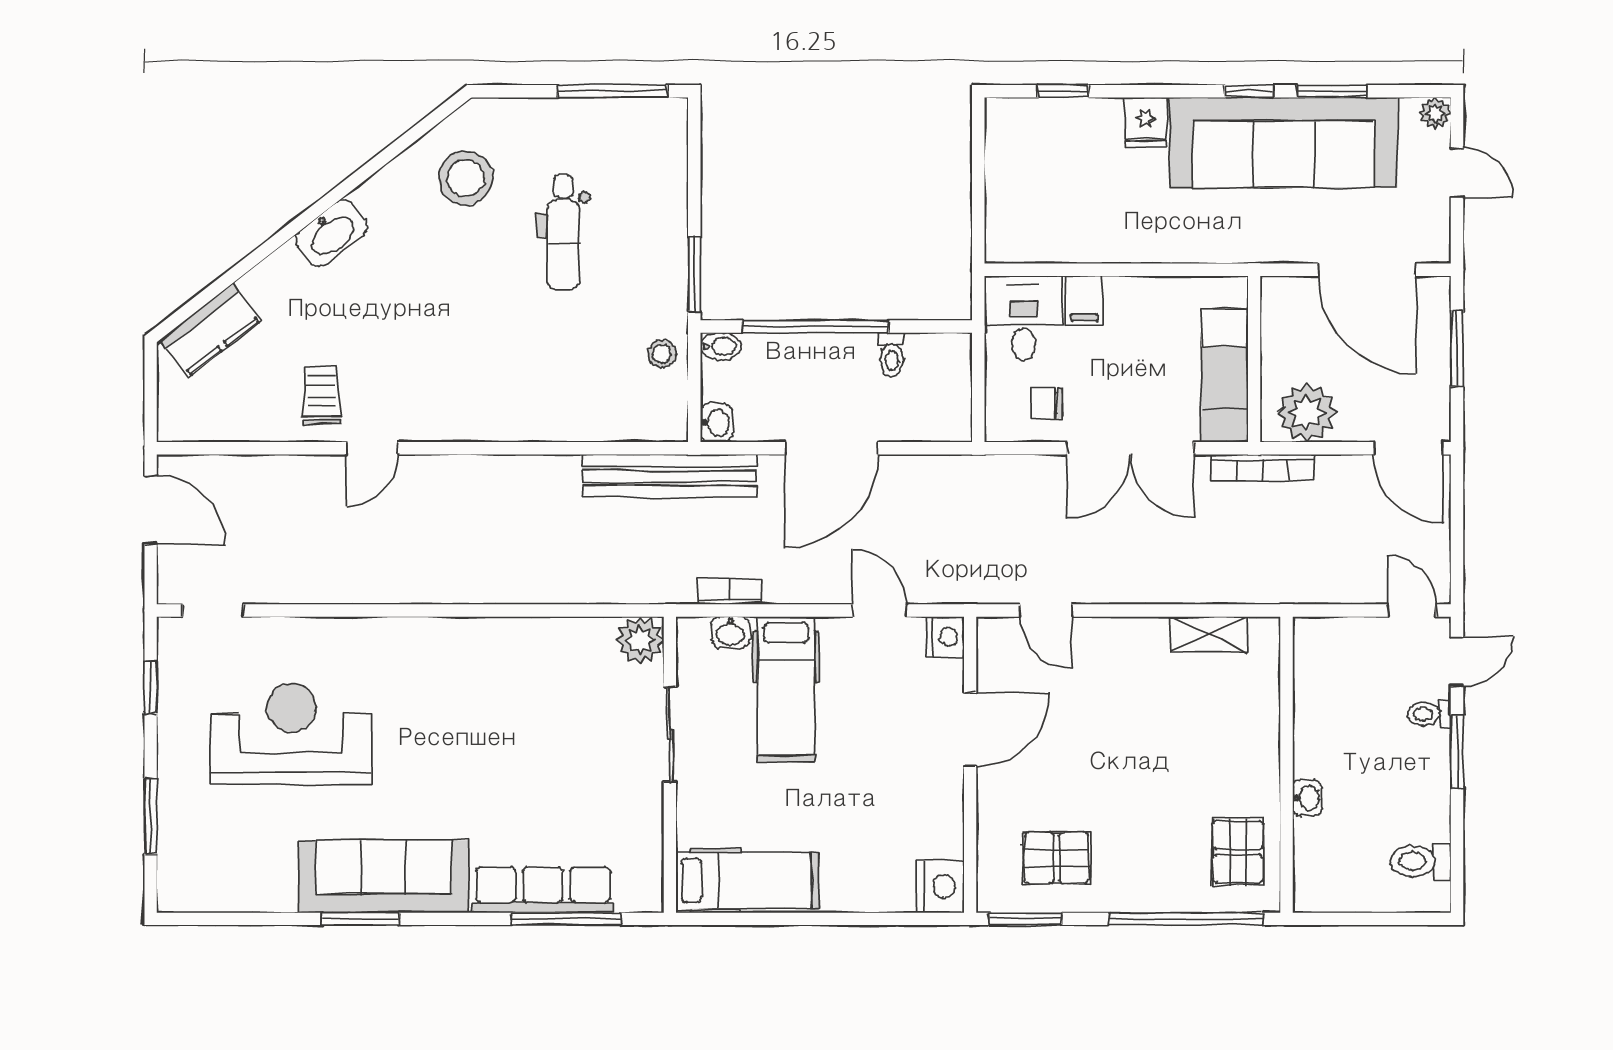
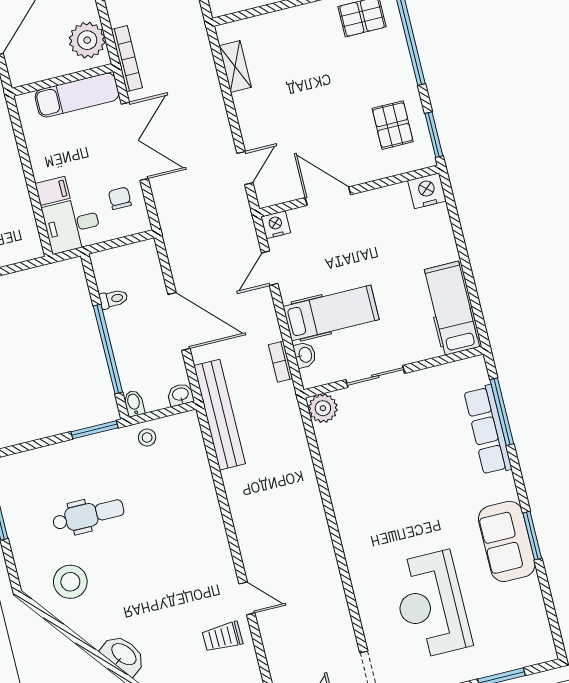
chair: (1047, 403) -> (120, 198), turned 180
sofa: (384, 877) -> (507, 541), width x0.73

